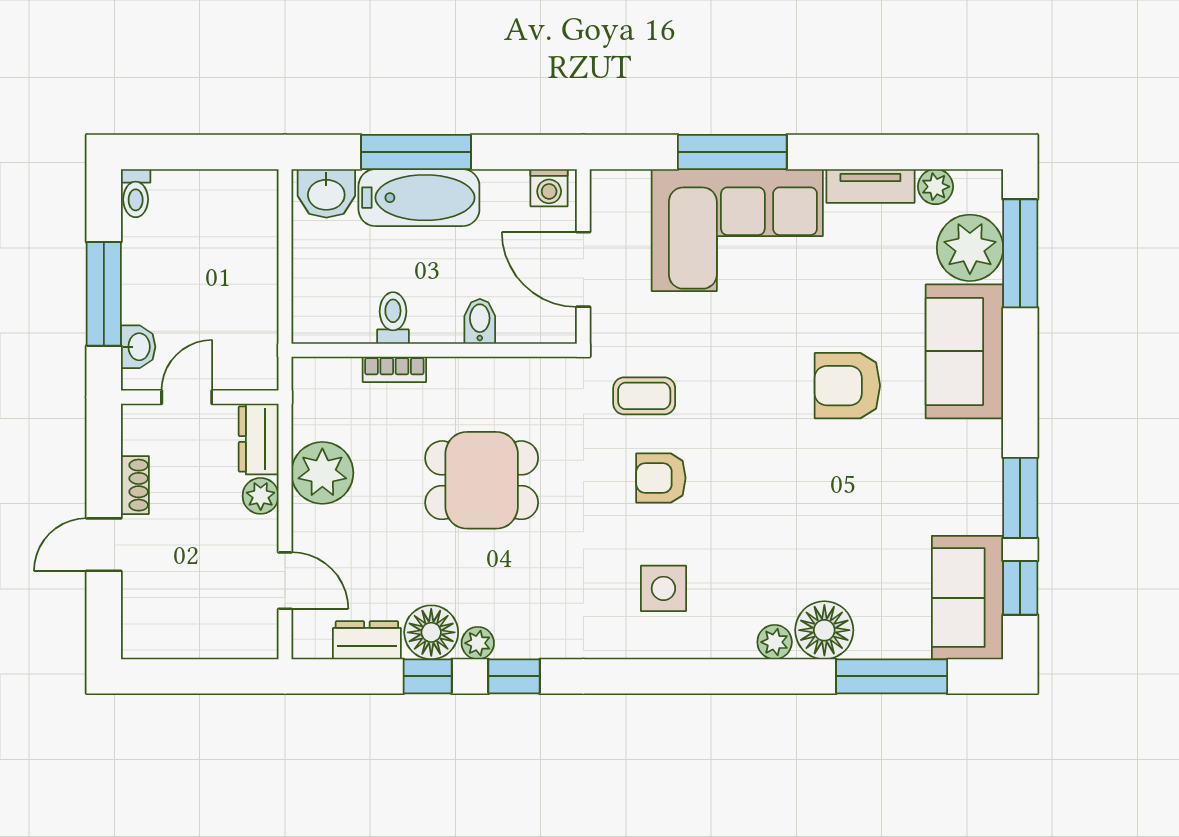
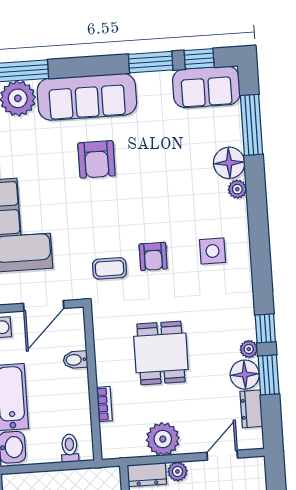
toilet: (393, 318) -> (70, 448), moved, turned 90
sofa: (964, 351) -> (87, 97), width x1.36
coffee table: (644, 396) -> (110, 268), turned 90
window: (428, 676) -> (269, 375), width x1.50

